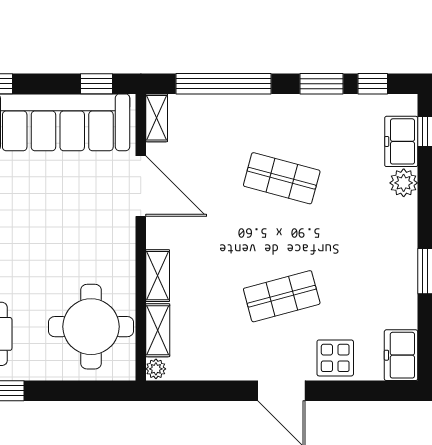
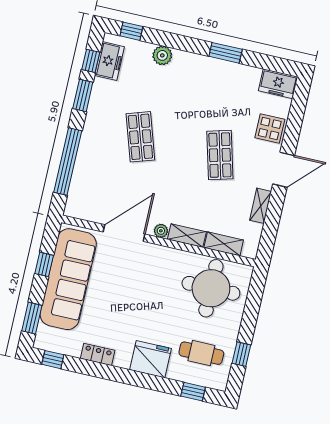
window: (97, 84) -> (44, 264), moved
shelving: (157, 118) -> (261, 206), moved, turned 90
freezer: (401, 141) -> (110, 61), moved, turned -90
shop shelf: (282, 178) -> (140, 137), turned -33
plant: (156, 369) -> (161, 231), moved

